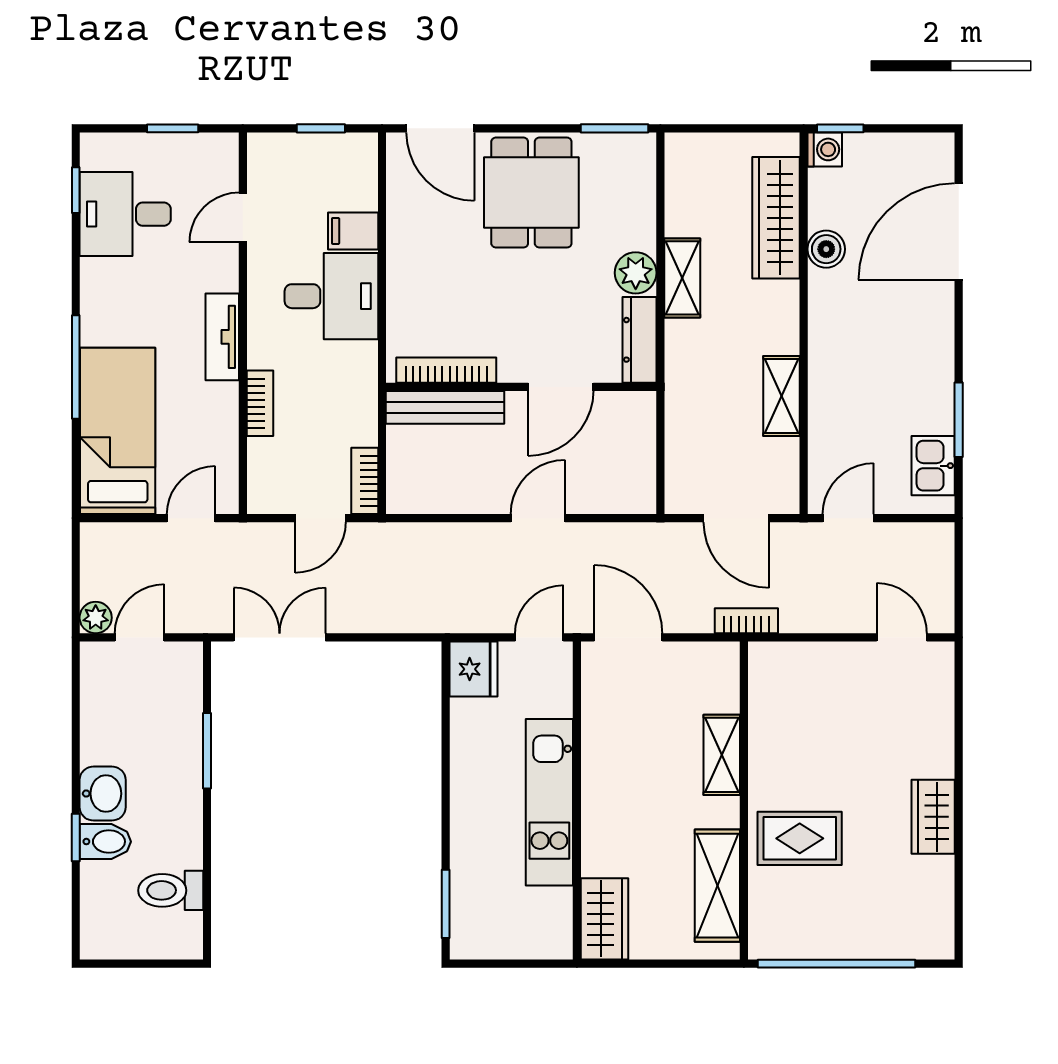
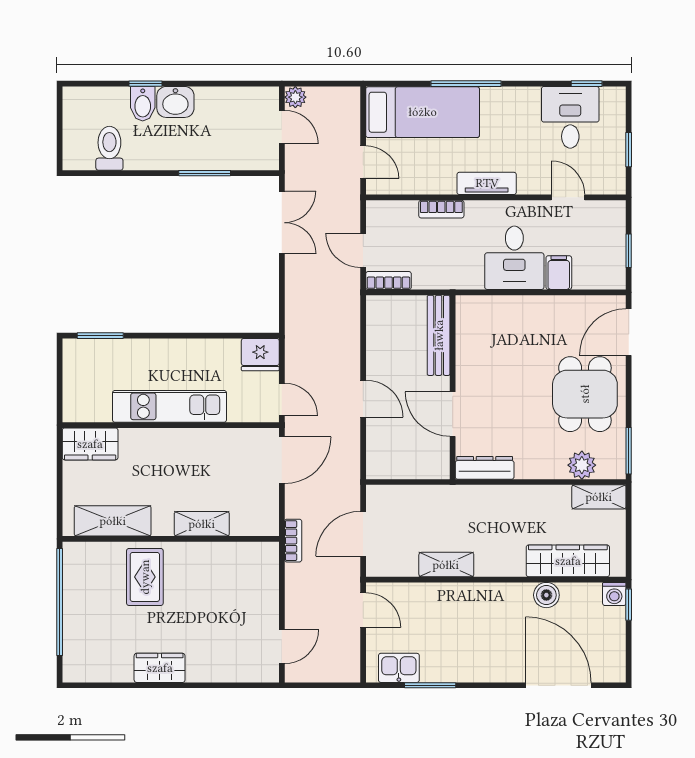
dining table: (531, 193) -> (585, 394), turned 90
plant: (636, 273) -> (582, 465), moved
shelving: (682, 278) -> (599, 497), moved
bookcase: (446, 370) -> (464, 336), removed

